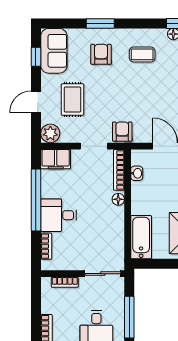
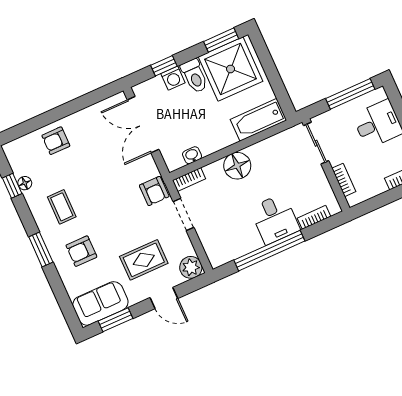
window: (100, 23) -> (41, 249), moved
window: (36, 57) -> (115, 320), width x1.50
armchair: (122, 132) -> (154, 191), turned -90
filing cabinet: (56, 159) -> (216, 249), removed
bookcase: (119, 170) -> (189, 180), width x0.64
floor lamp: (118, 199) -> (237, 166), width x1.89, depth x1.89

